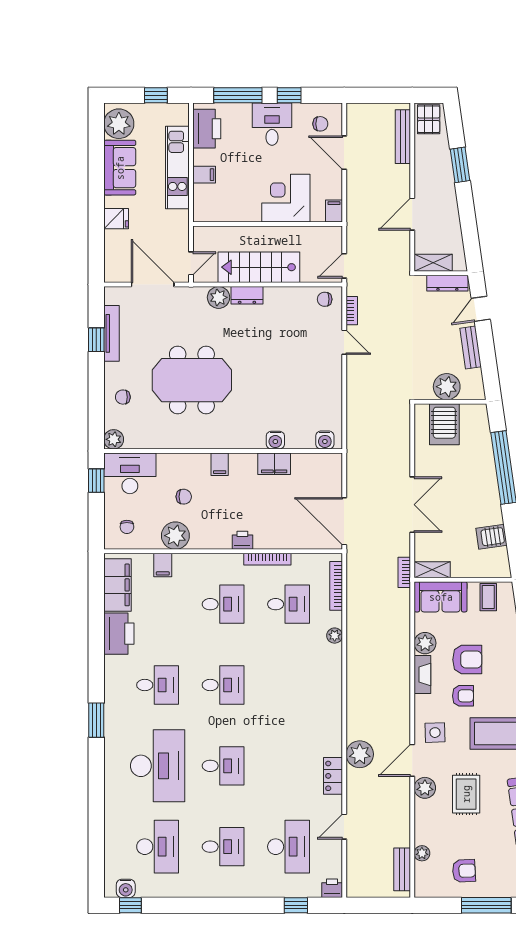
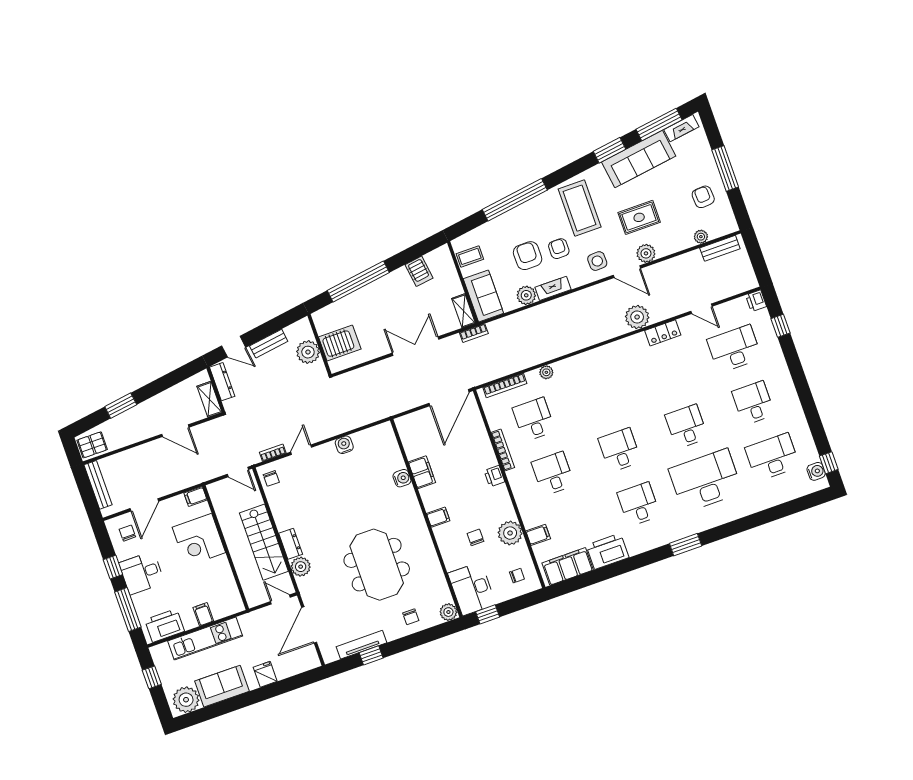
bench: (403, 137) -> (98, 485), moved, turned 90
water cooler: (325, 440) -> (344, 445), moved, turned -90

